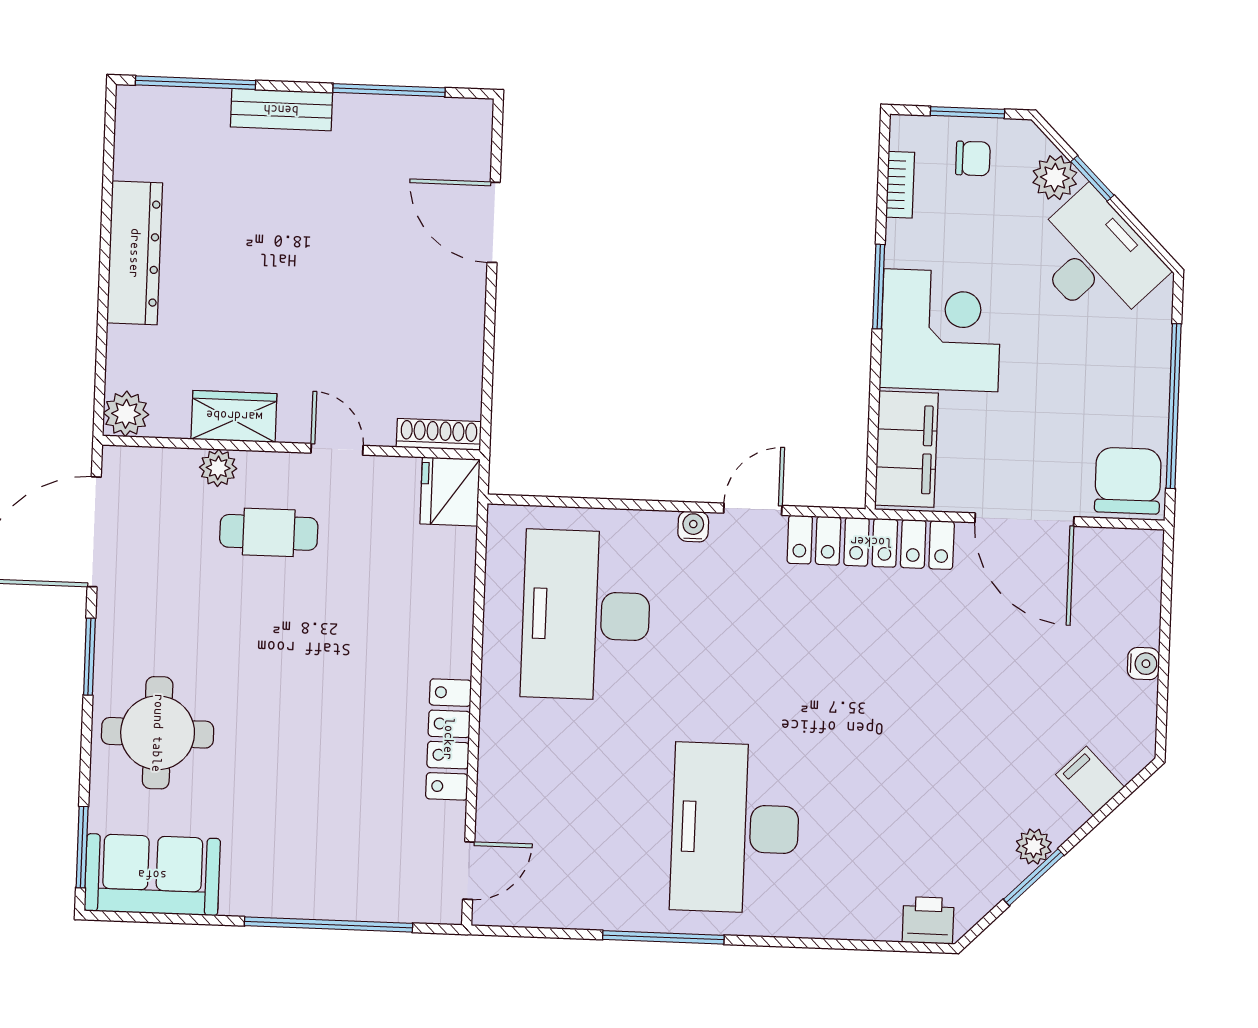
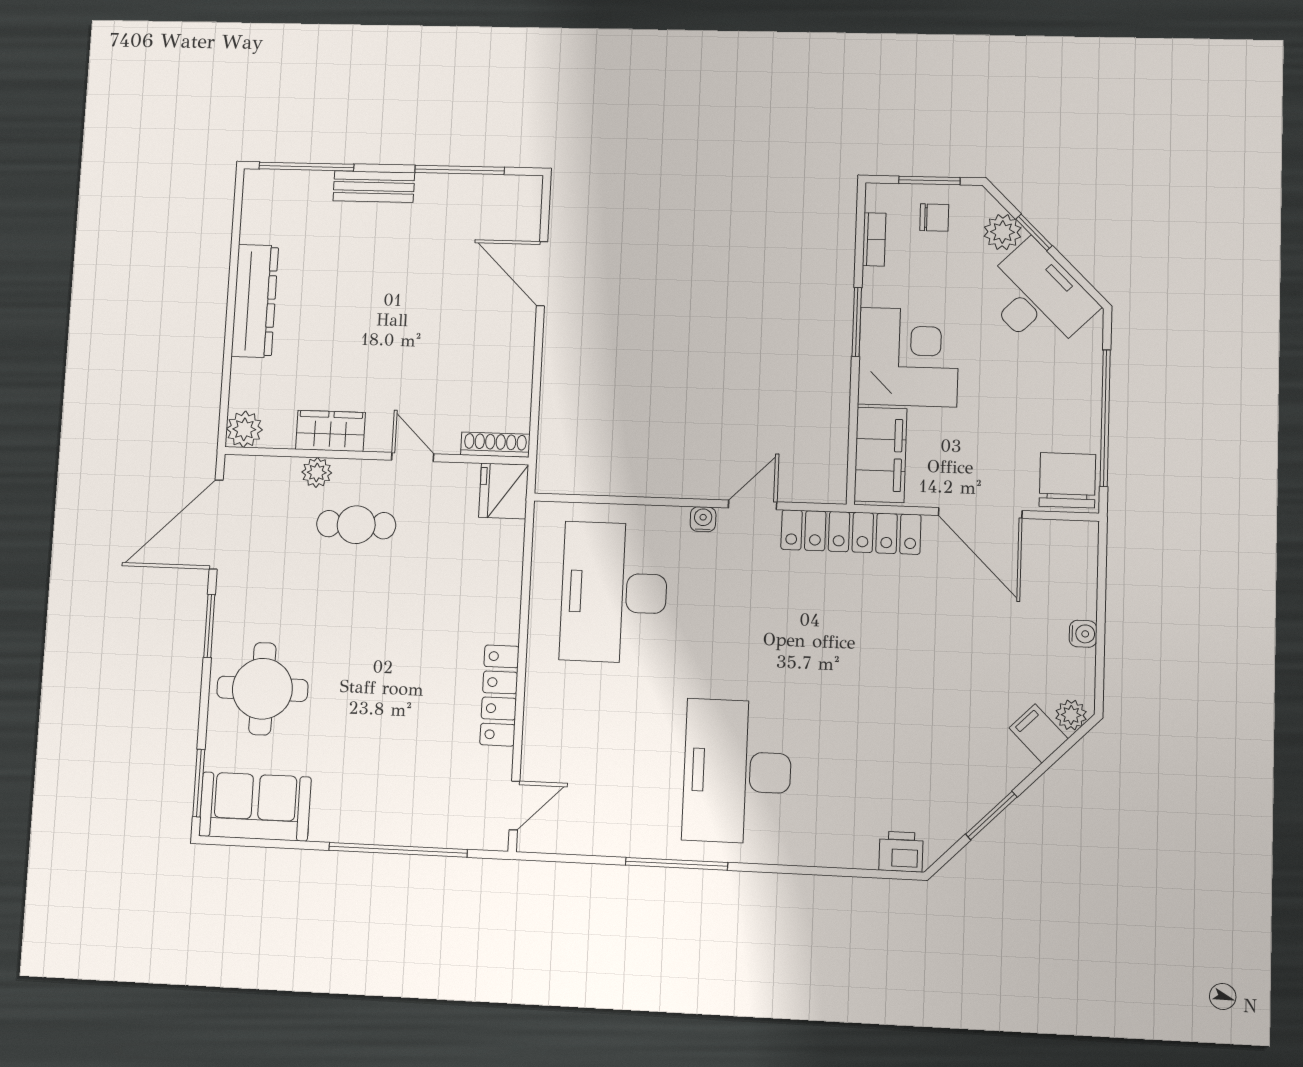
plant: (1034, 846) -> (1071, 715), moved

